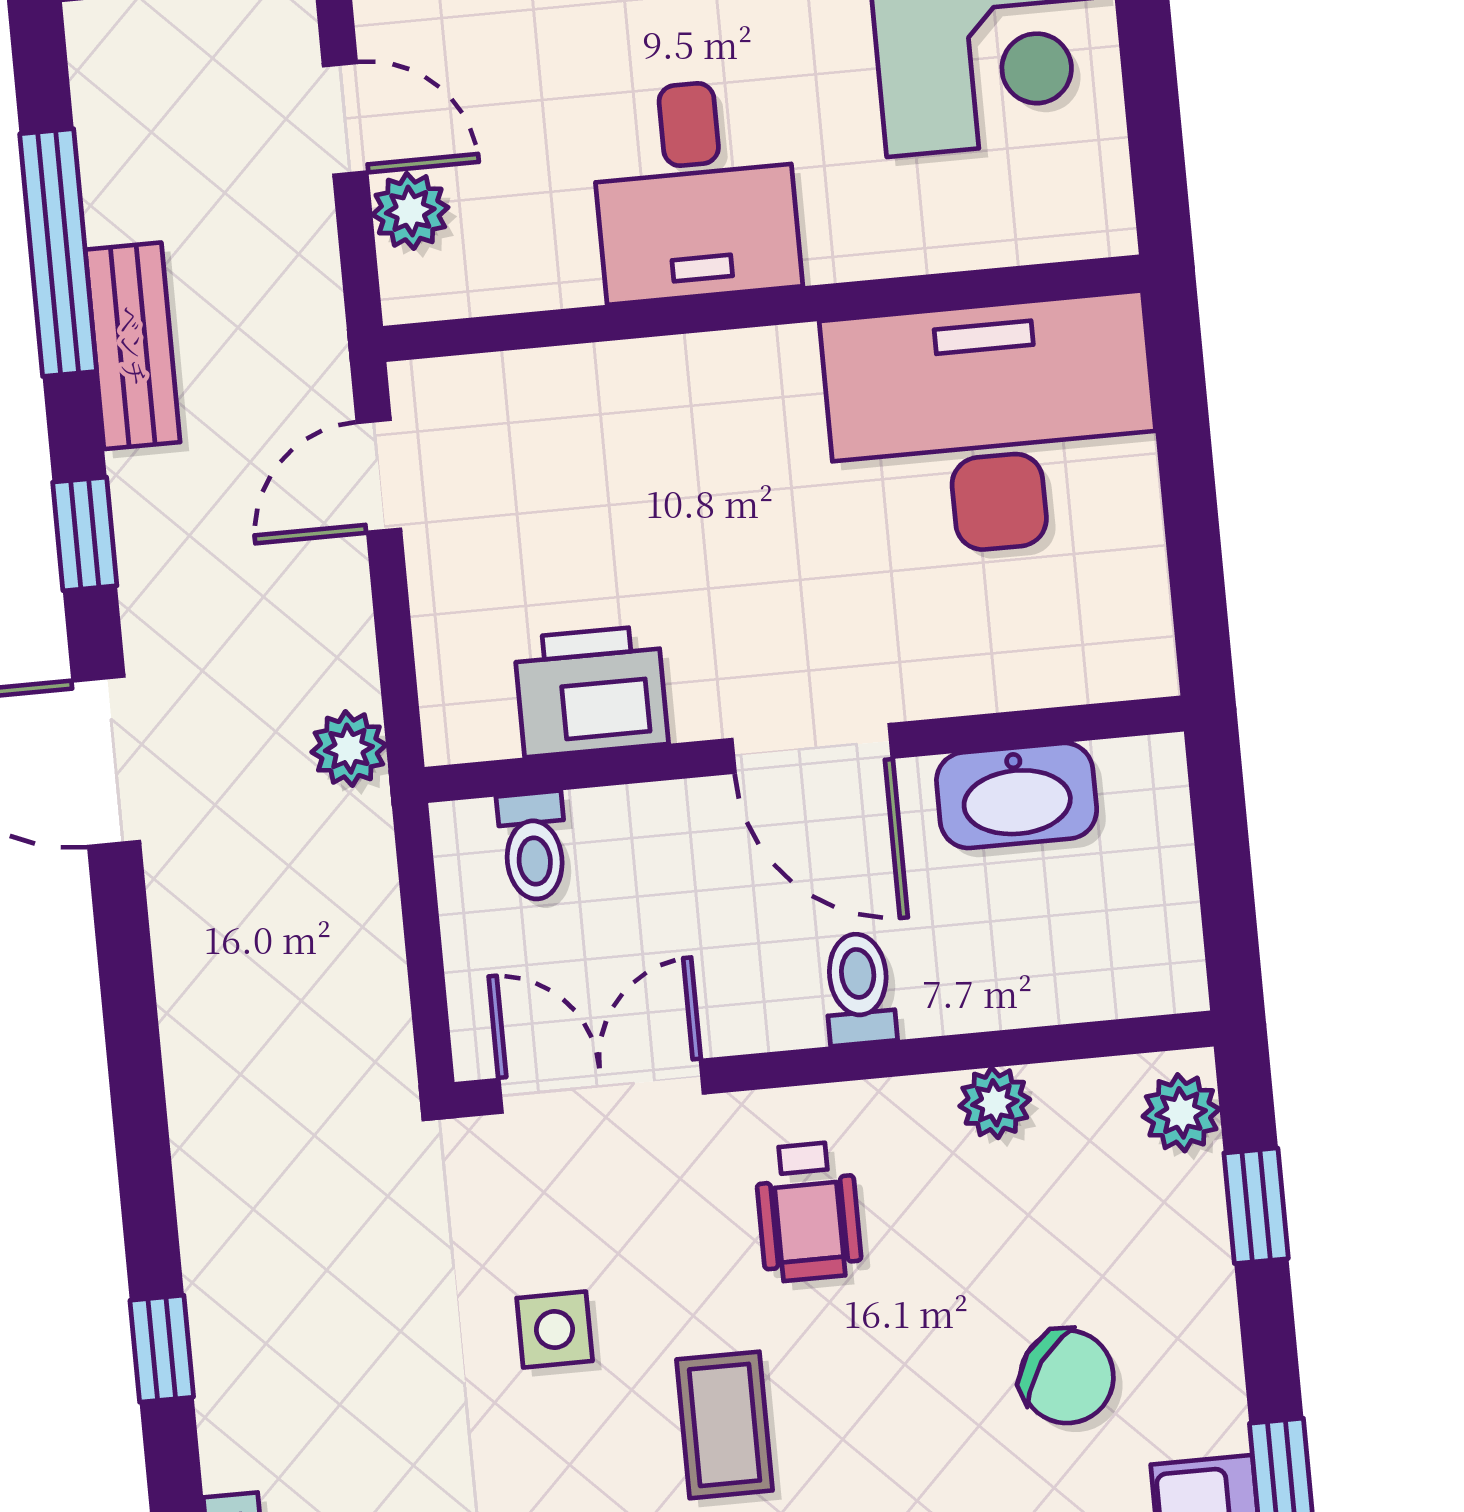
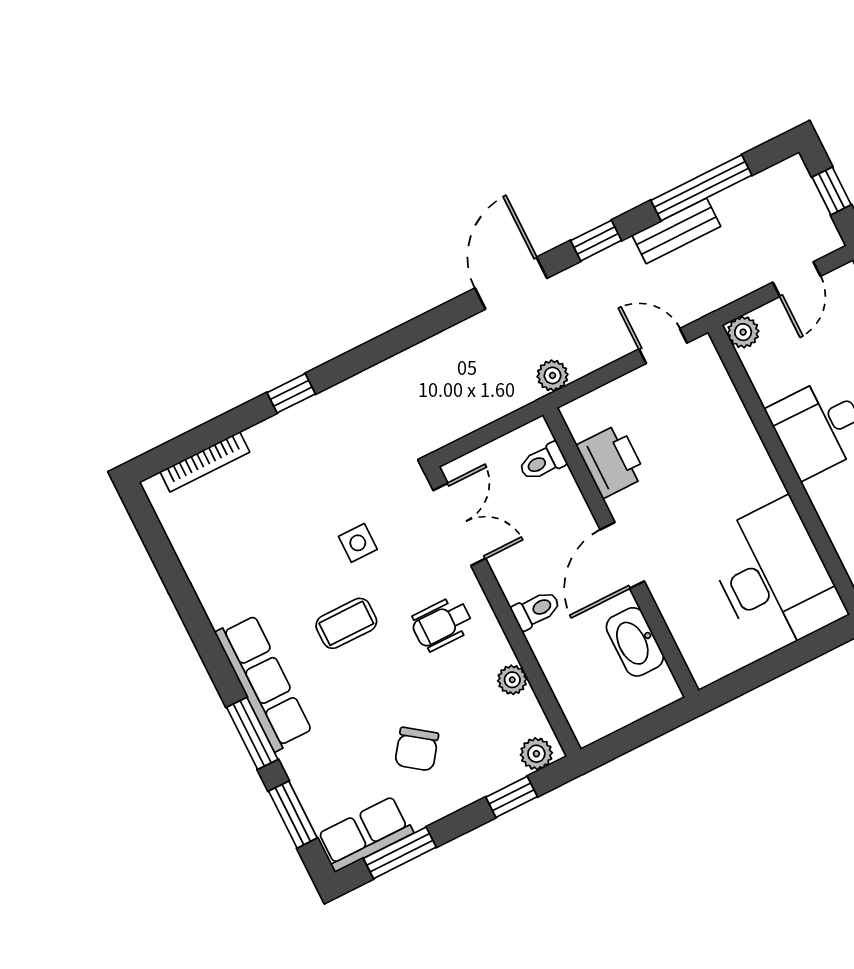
plant: (410, 211) -> (743, 332), moved

